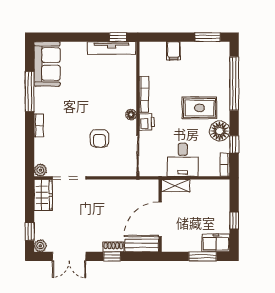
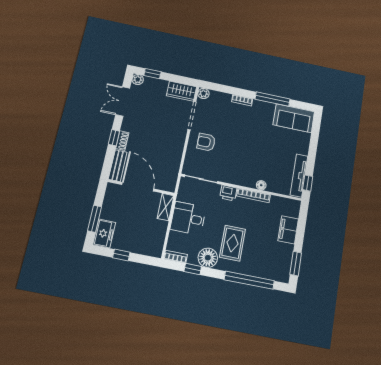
filing cabinet: (174, 51) -> (288, 230), width x2.00
floor lamp: (131, 115) -> (261, 185), moved
armchair: (100, 138) -> (206, 142), moved

